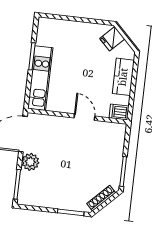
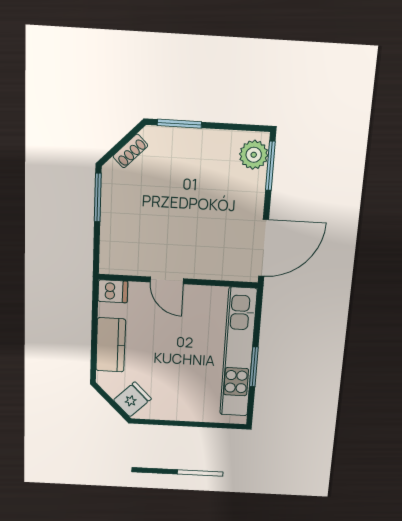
kitchen unit: (40, 78) -> (238, 353), width x1.36
plant: (30, 162) -> (254, 155), moved
shoe rack: (101, 198) -> (130, 151), width x0.70

